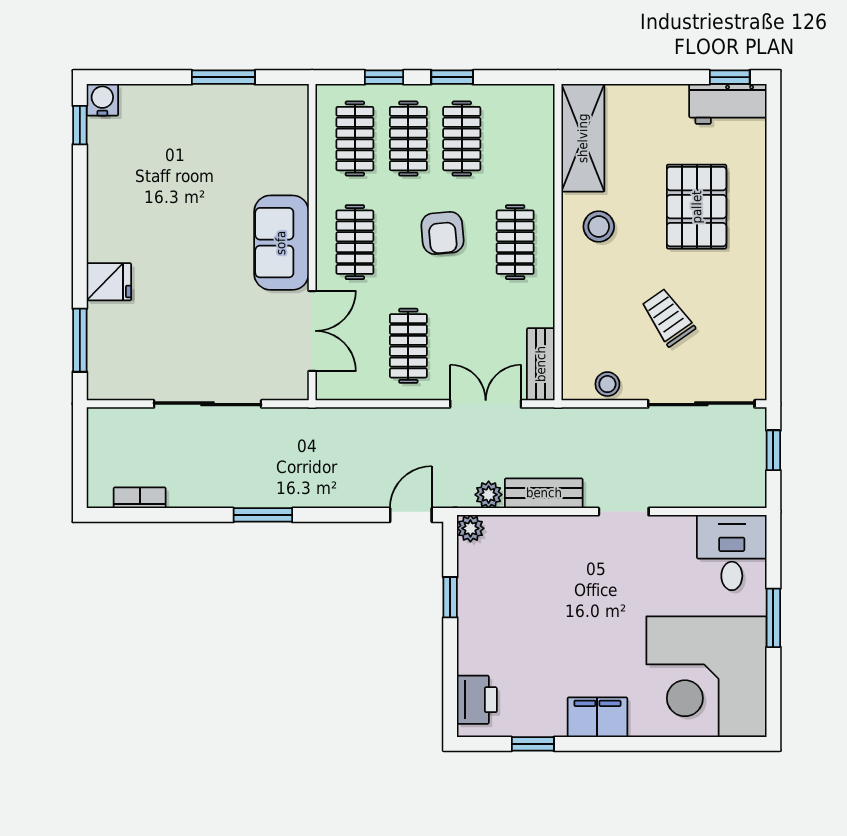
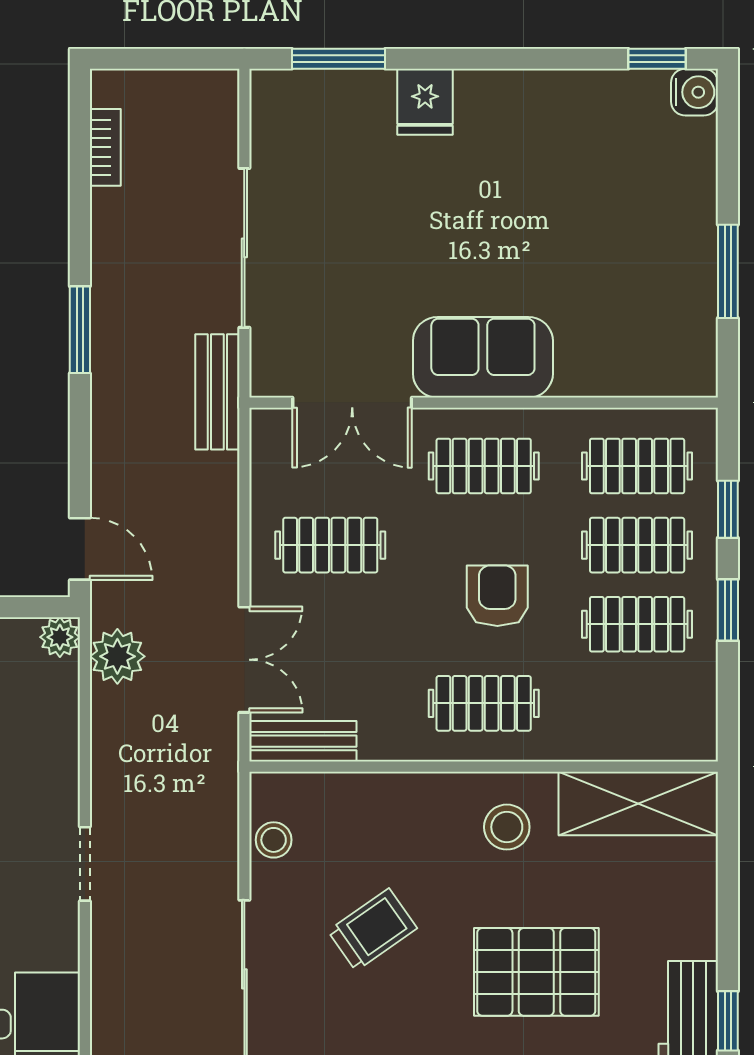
armchair: (442, 233) -> (497, 596), turned 95
bench: (544, 493) -> (217, 392), moved
plant: (489, 495) -> (117, 656), width x1.38, depth x1.38

